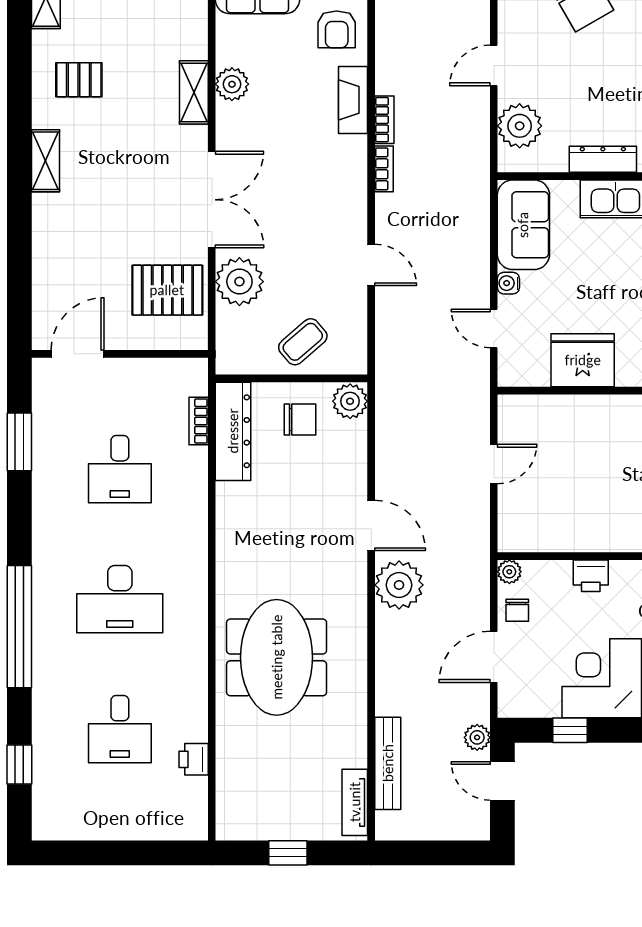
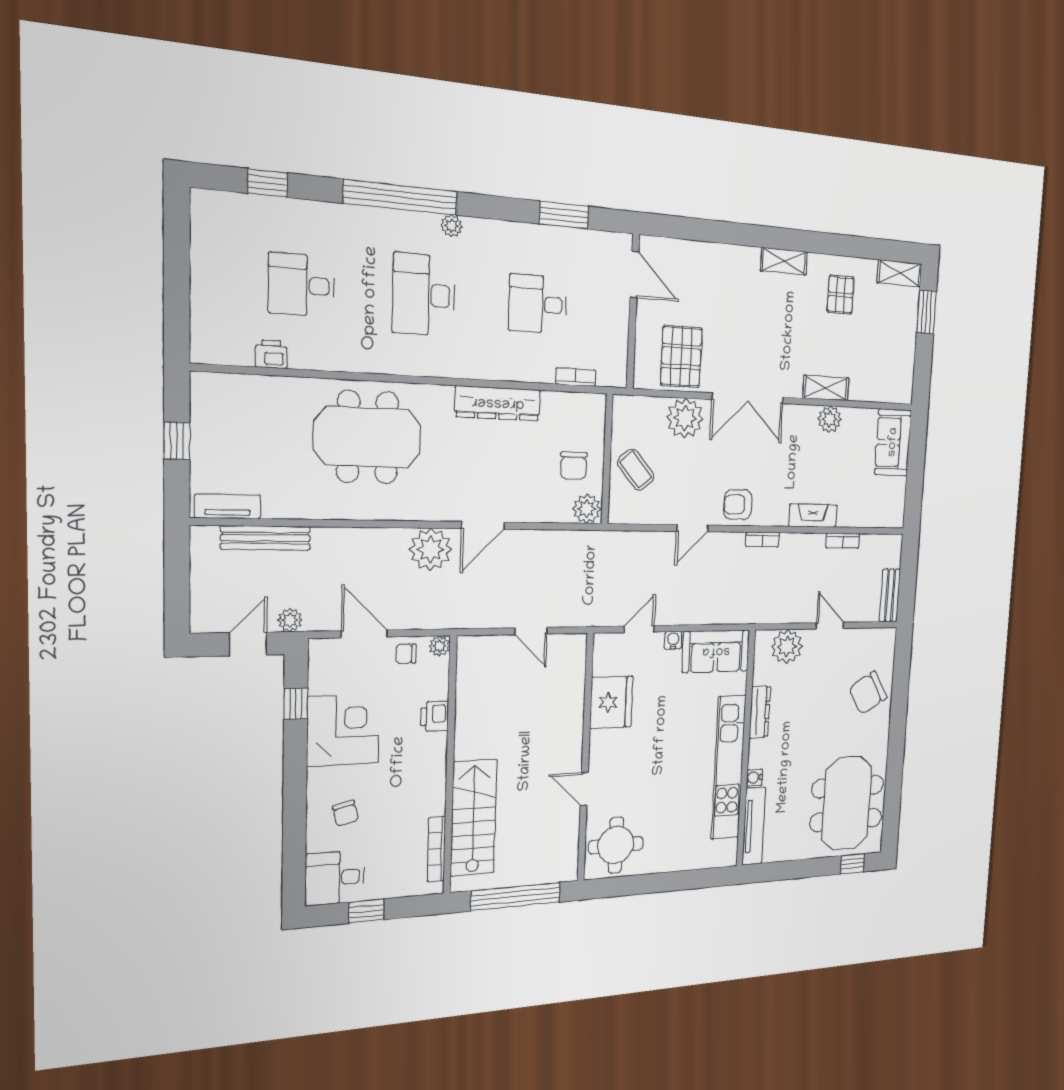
armchair: (337, 29) -> (738, 505), moved
bookcase: (384, 120) -> (843, 541), moved
dresser: (233, 431) -> (498, 403), moved
plant: (44, 570) -> (451, 226), added

